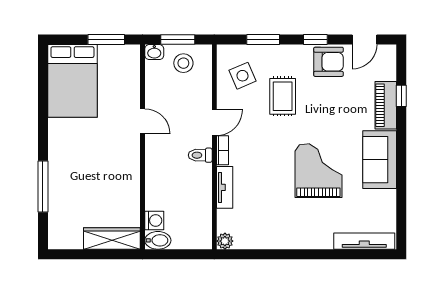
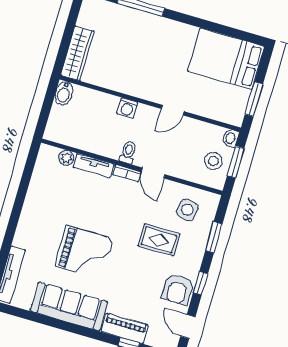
side table: (243, 76) -> (187, 210), turned 35
sofa: (380, 160) -> (69, 306), width x1.36
washing machine: (154, 221) -> (127, 108), moved
plant: (225, 241) -> (66, 158), moved

